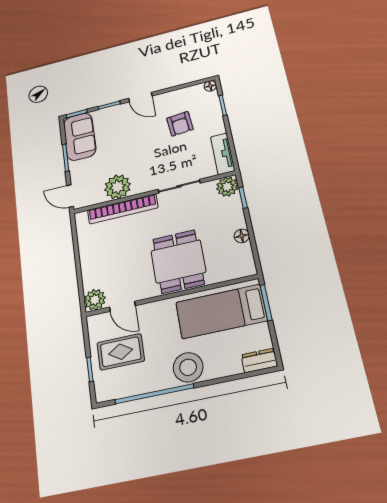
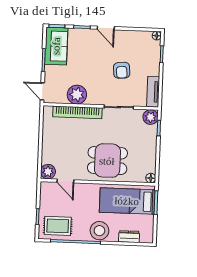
armchair: (180, 124) -> (122, 70), moved
floor lamp: (242, 236) -> (151, 178), moved
dining table: (178, 261) -> (107, 161), turned 90
rug: (121, 352) -> (58, 226), moved
dresser: (259, 360) -> (129, 237), moved

